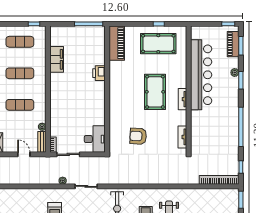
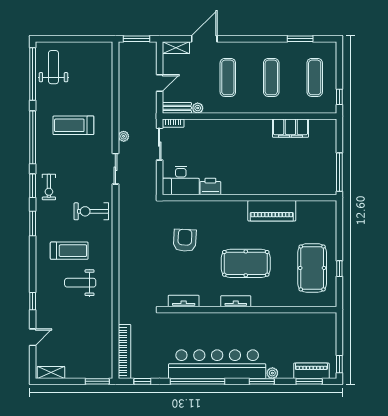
piano: (117, 43) -> (272, 211), moved
printer: (99, 73) -> (210, 186), moved
bar counter: (201, 75) -> (217, 364), moved, turned 180

